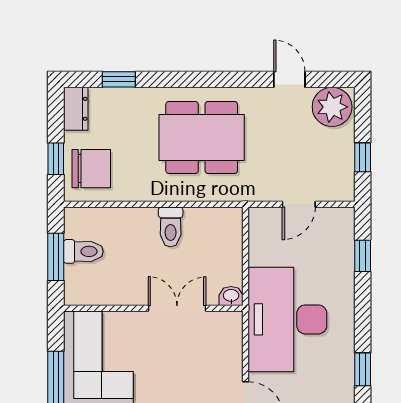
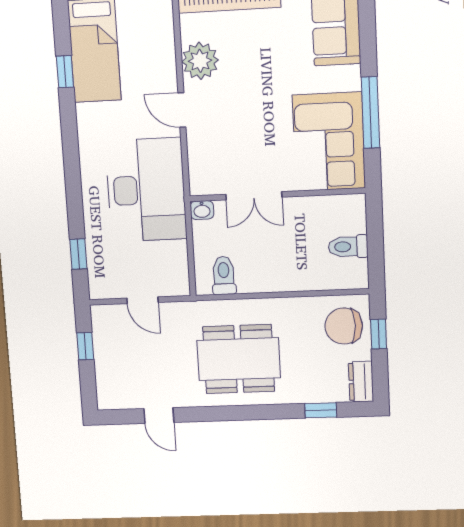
plant: (332, 107) -> (117, 392), removed
door: (299, 204) -> (142, 300), swing flipped
toilet: (171, 227) -> (224, 275), moved
window: (56, 257) -> (375, 240), removed
window: (363, 369) -> (70, 145), removed

